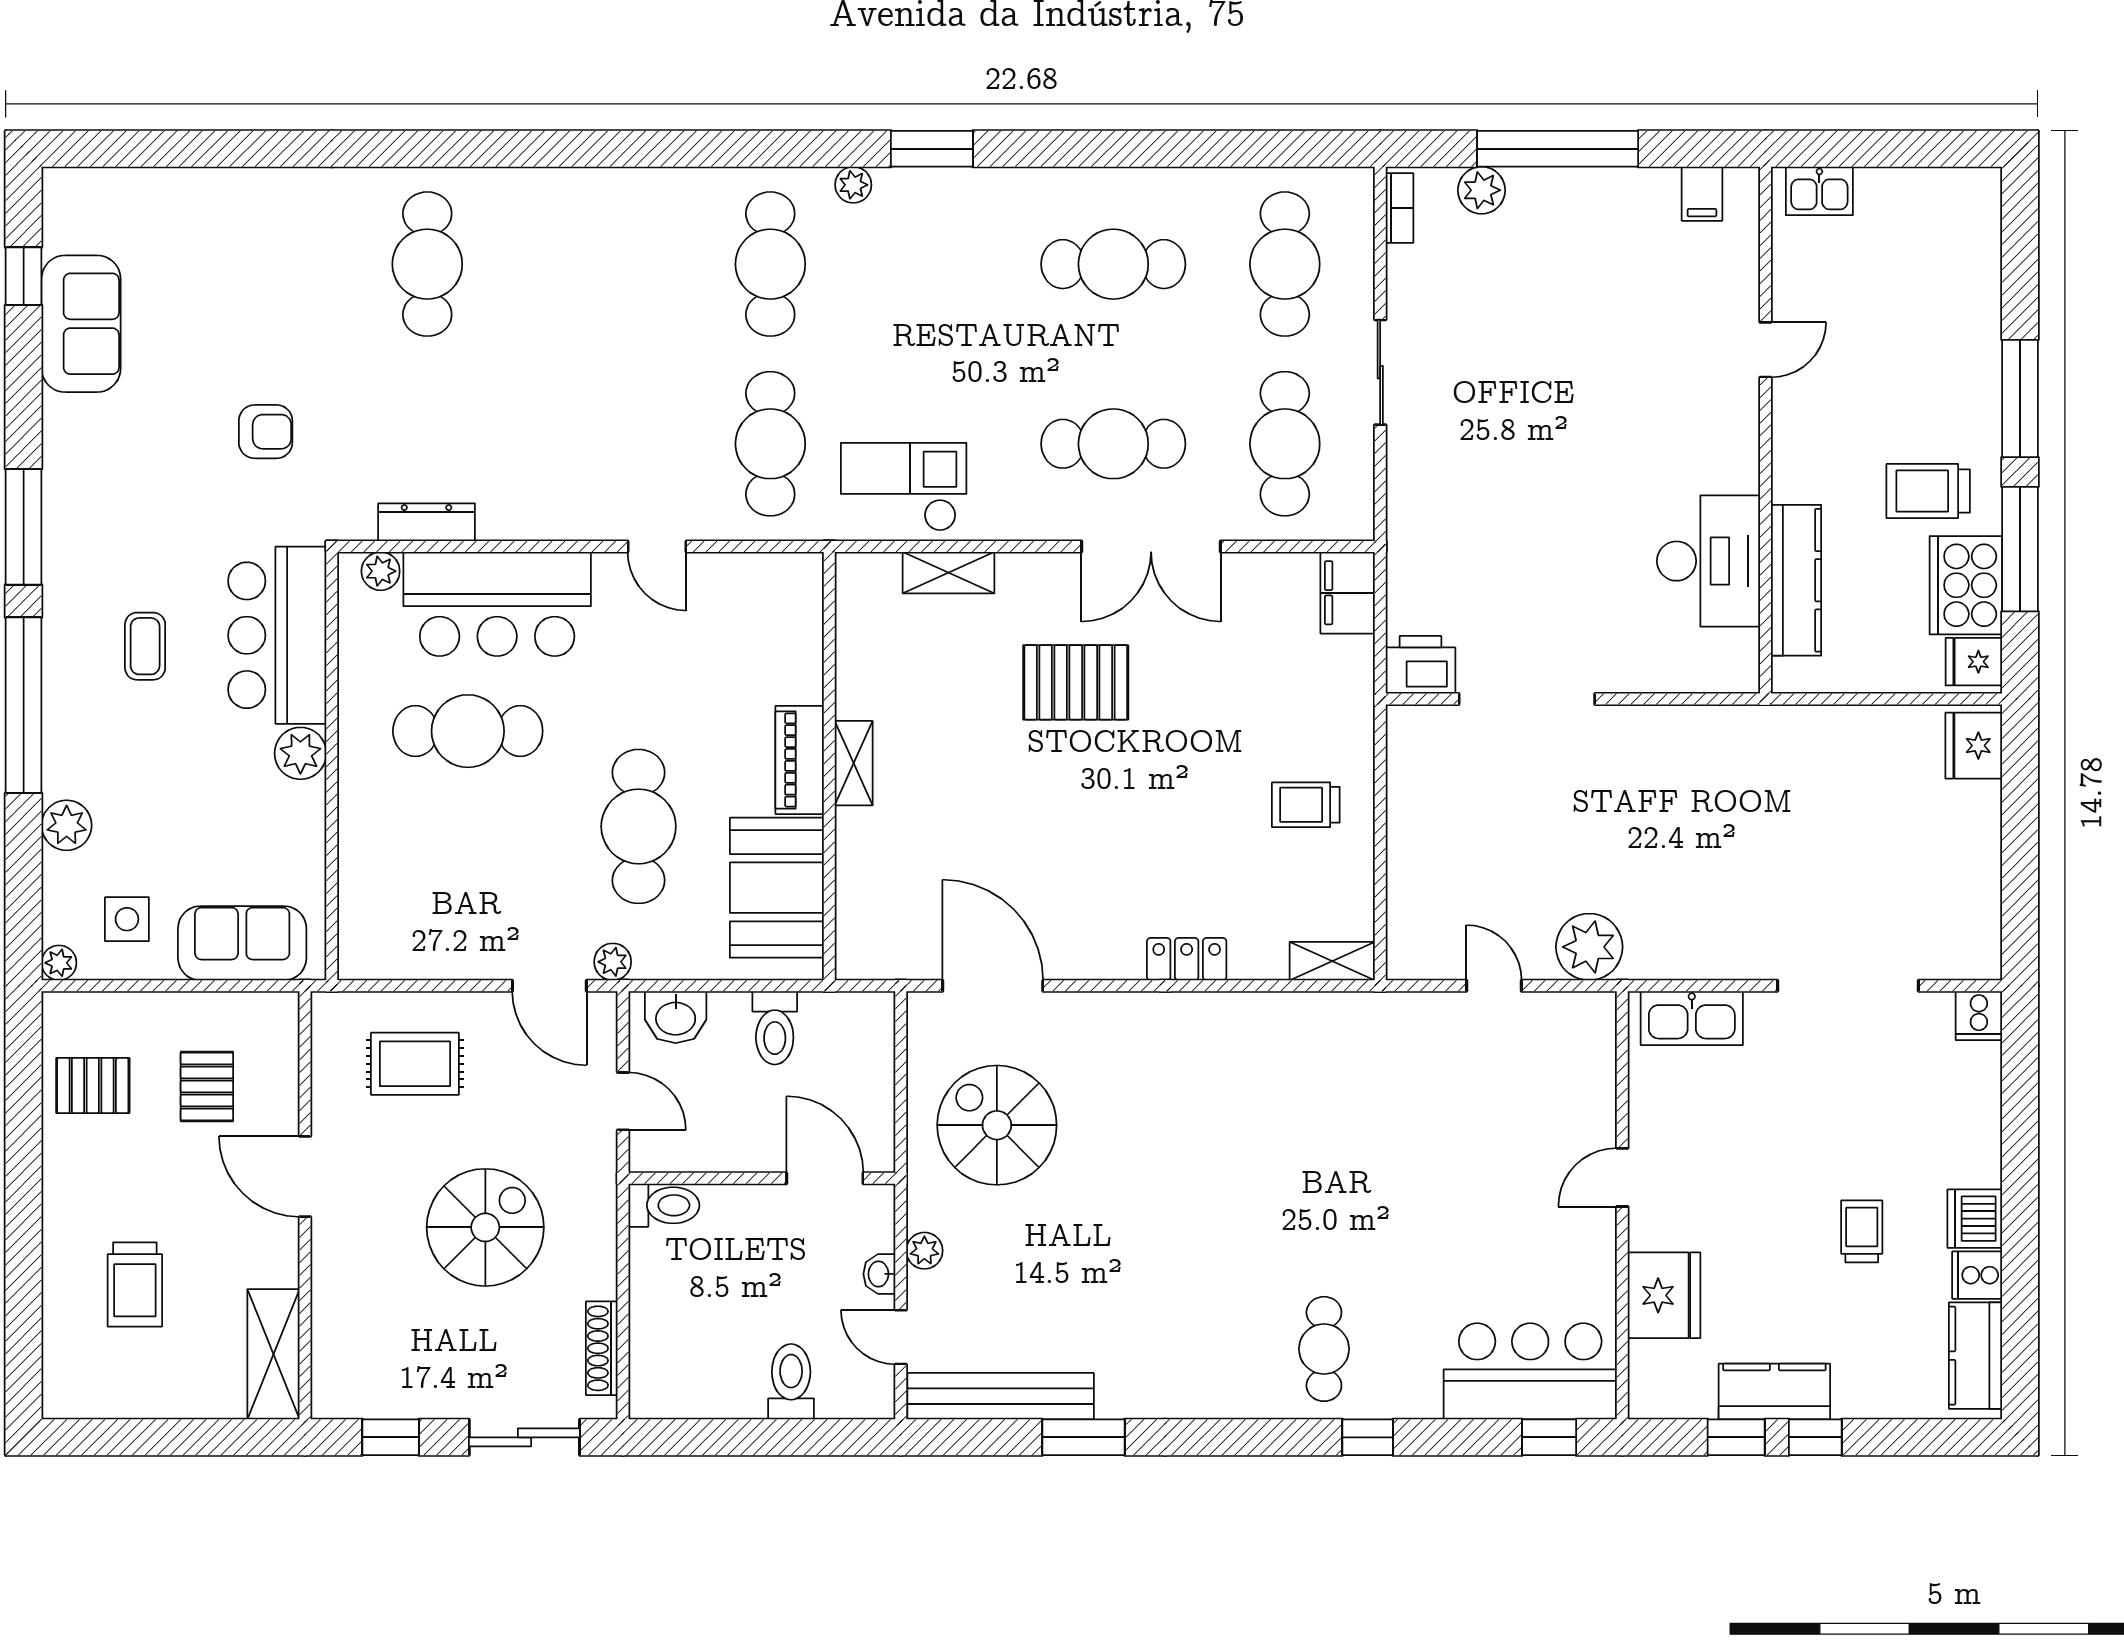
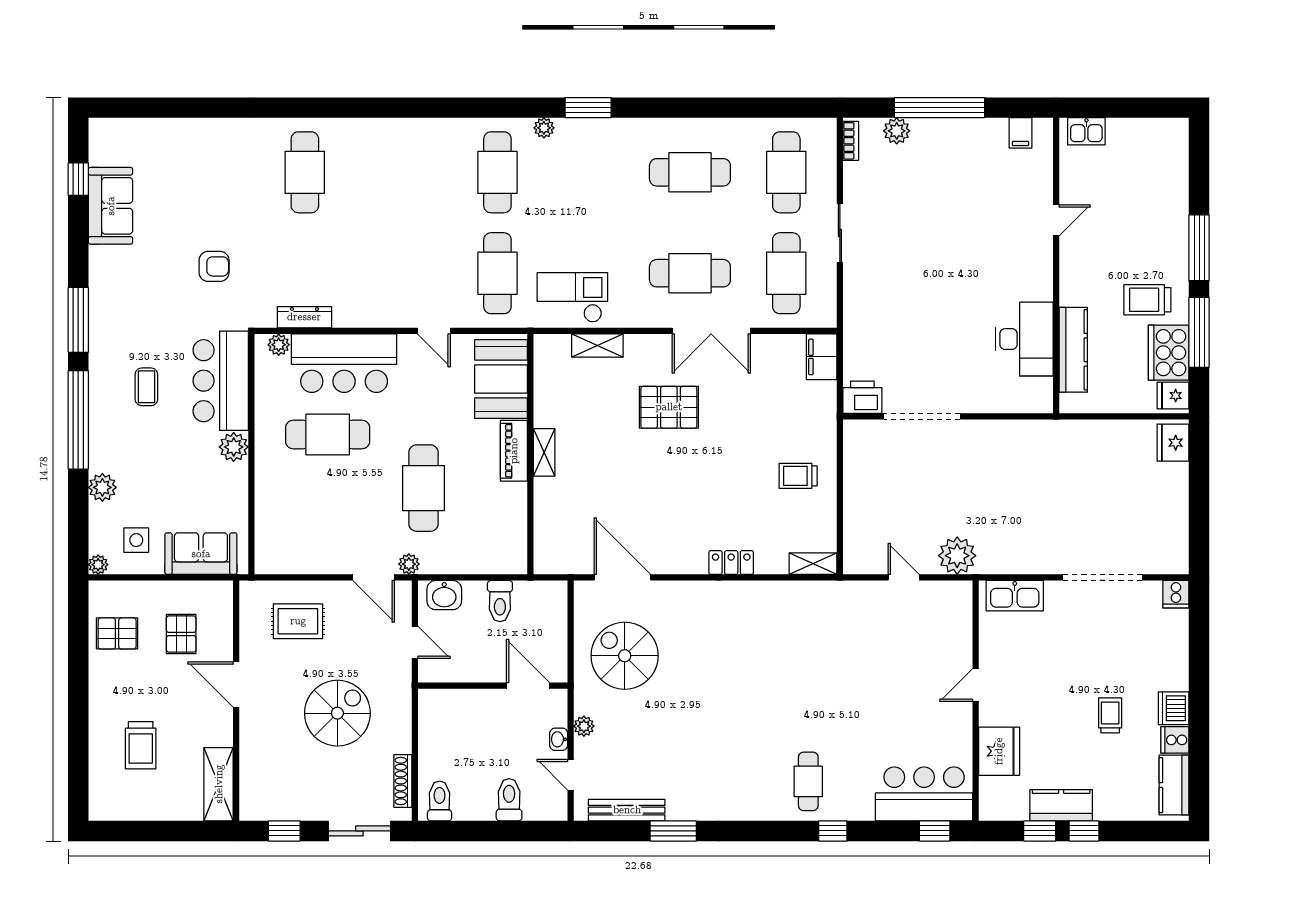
booth: (777, 888) -> (501, 379), moved
toilet: (664, 1205) -> (440, 801), moved, turned -90
bench: (1001, 1396) -> (627, 810), width x0.73, depth x0.82

